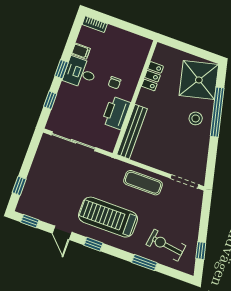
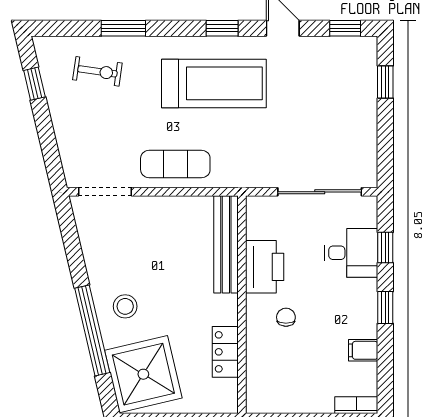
desk: (80, 73) -> (351, 253), moved
exercise bike: (166, 245) -> (97, 71), width x0.73, depth x0.72

